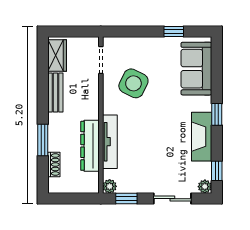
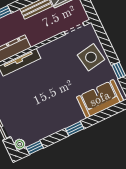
side table: (133, 83) -> (91, 57), moved, turned -36
fireplace: (202, 137) -> (54, 125), removed

